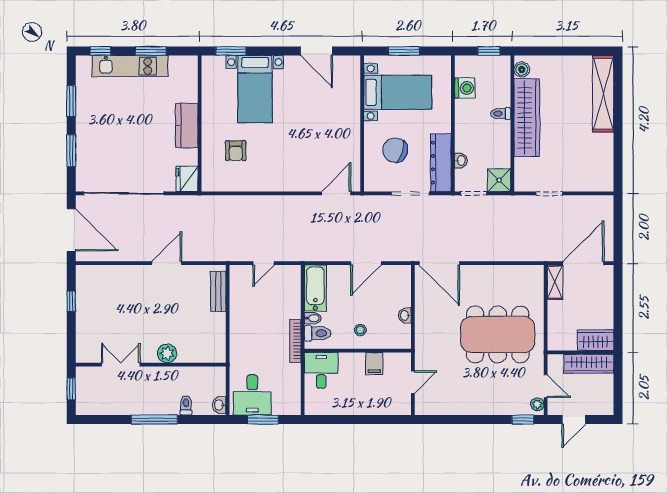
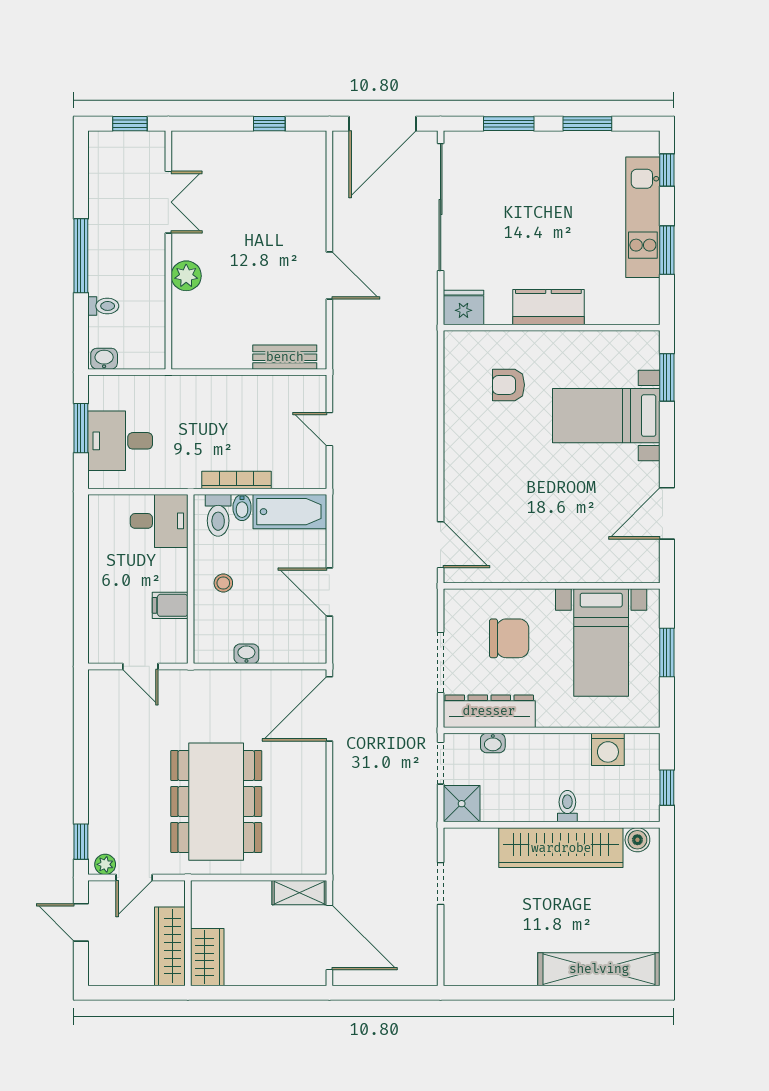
chair: (395, 150) -> (509, 638), turned 72
bookcase: (295, 341) -> (237, 480), moved
desk: (252, 395) -> (120, 441), moved

